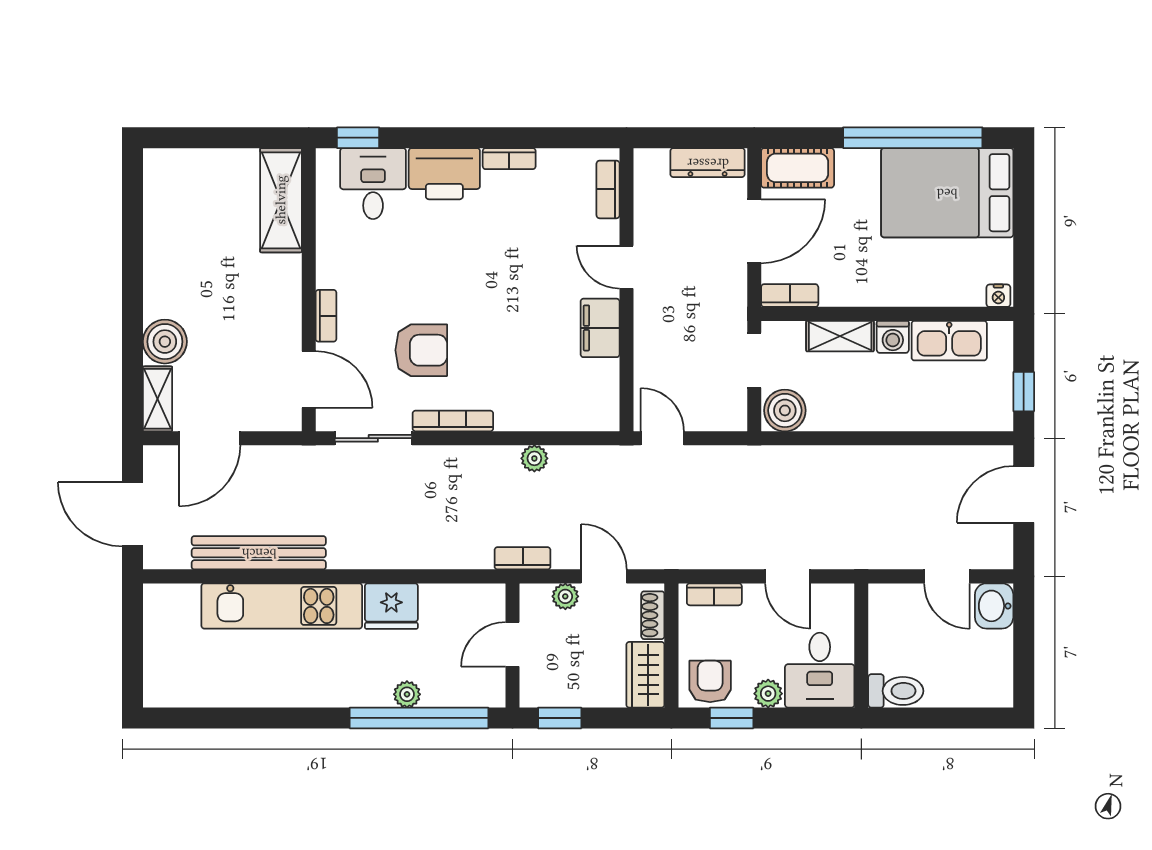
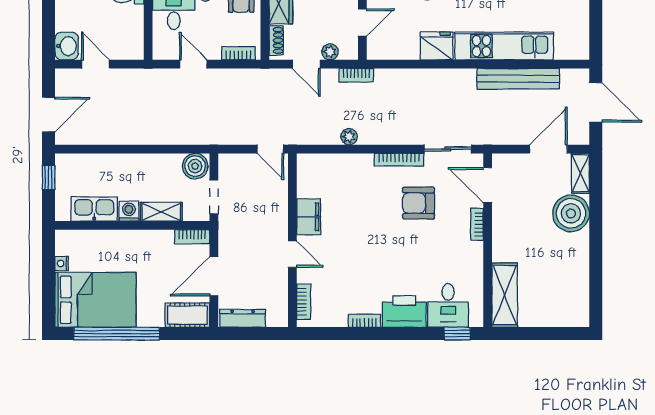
nightstand: (998, 296) -> (62, 263), moved, turned -90
boiler: (165, 342) -> (571, 213), width x1.37, depth x1.37

